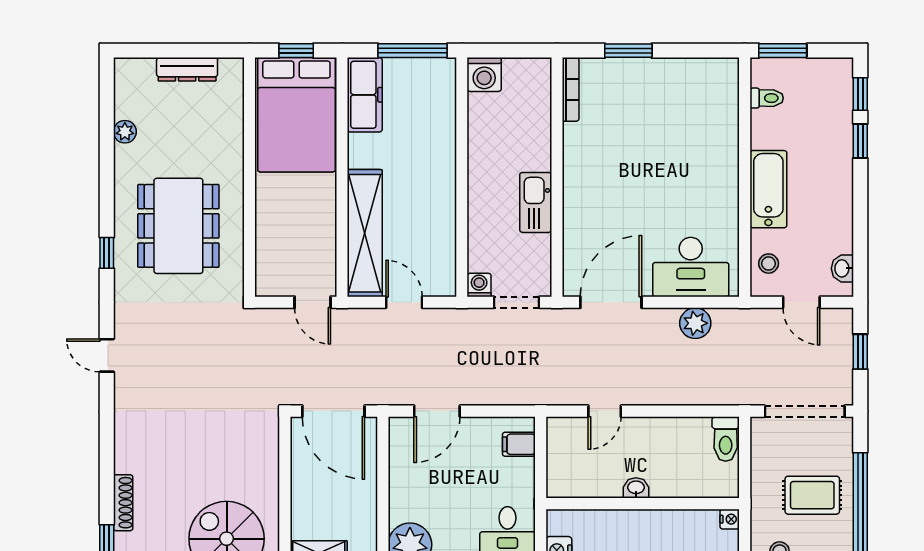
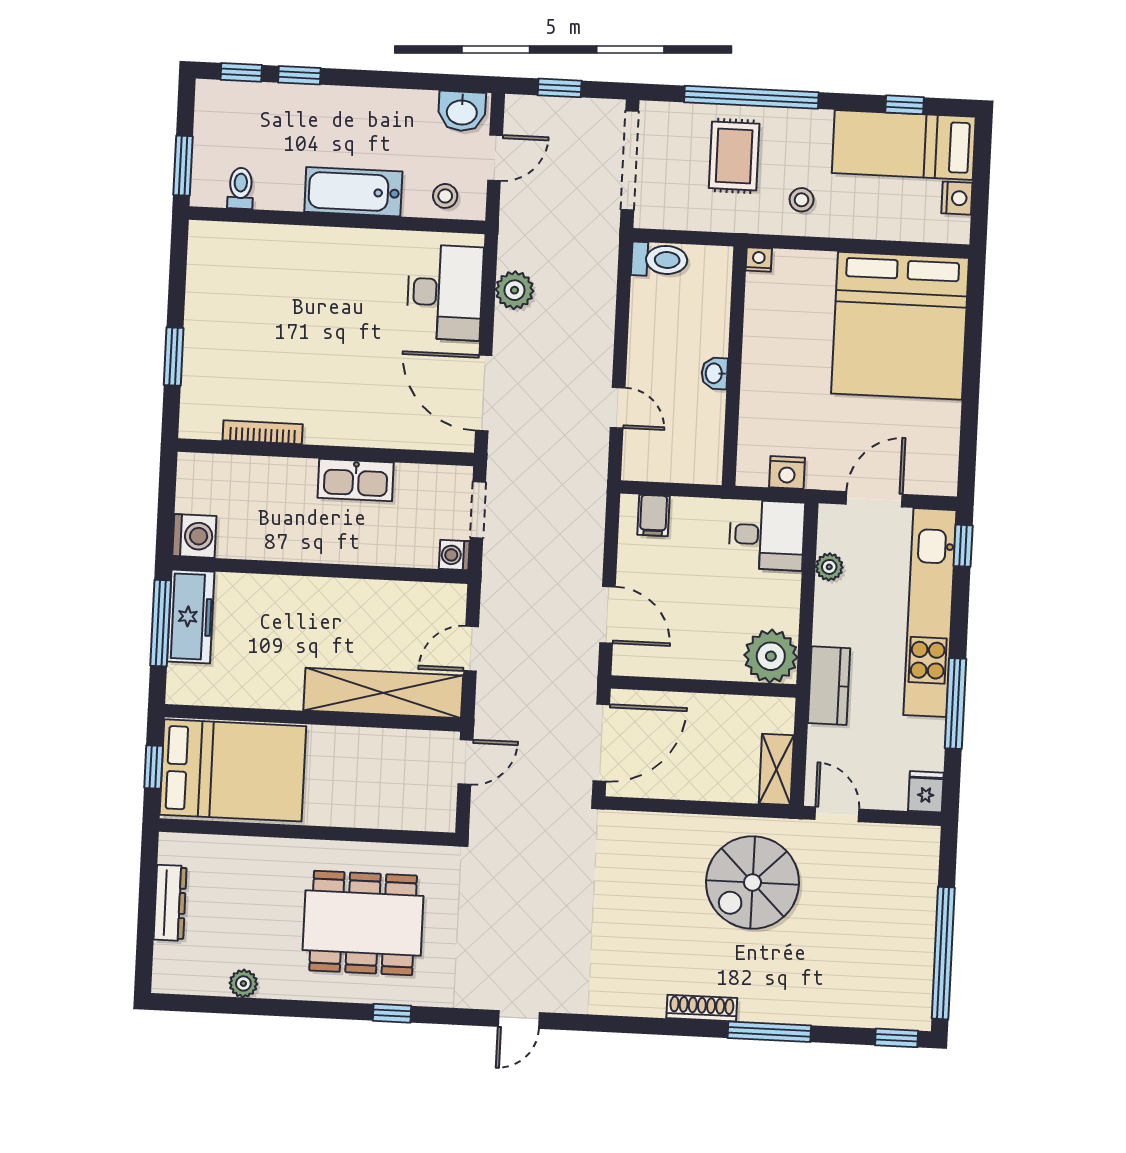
bookcase: (571, 89) -> (263, 432), moved
freezer: (365, 95) -> (191, 617), moved, turned 90
washbasin: (842, 268) -> (462, 111), width x1.38, depth x1.45

